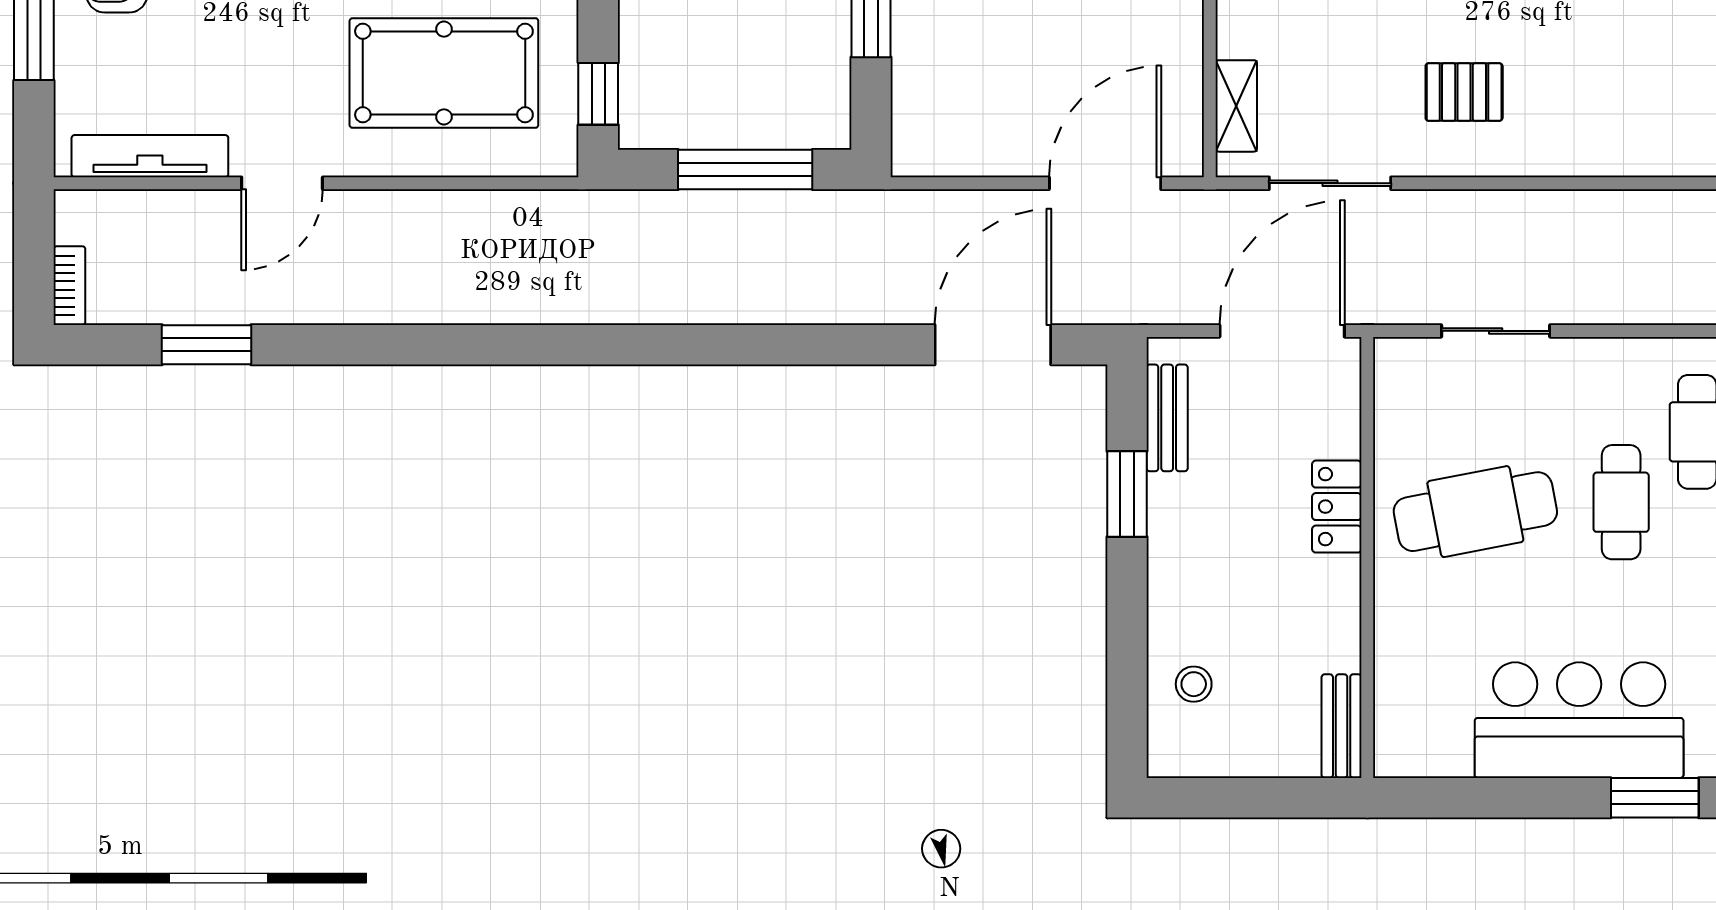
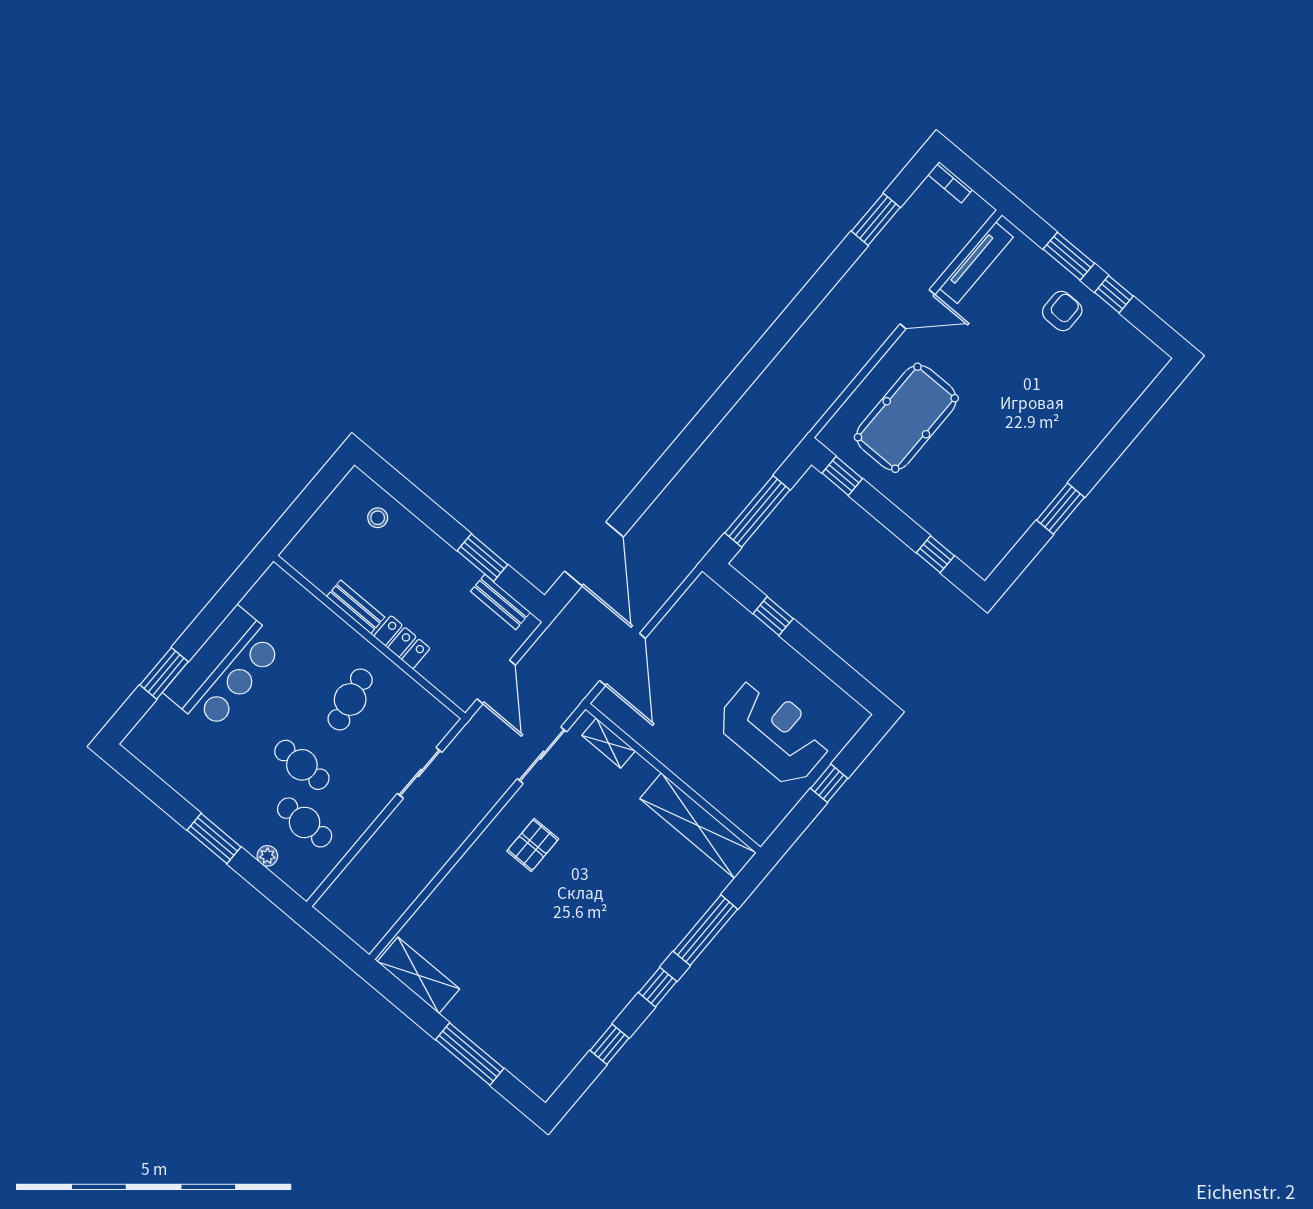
door: (282, 183) -> (917, 309), swing flipped
door: (1282, 331) -> (496, 682), width x0.73
cafe table: (1475, 512) -> (350, 699), width x0.73, depth x0.74
bench: (1342, 726) -> (356, 607), moved

